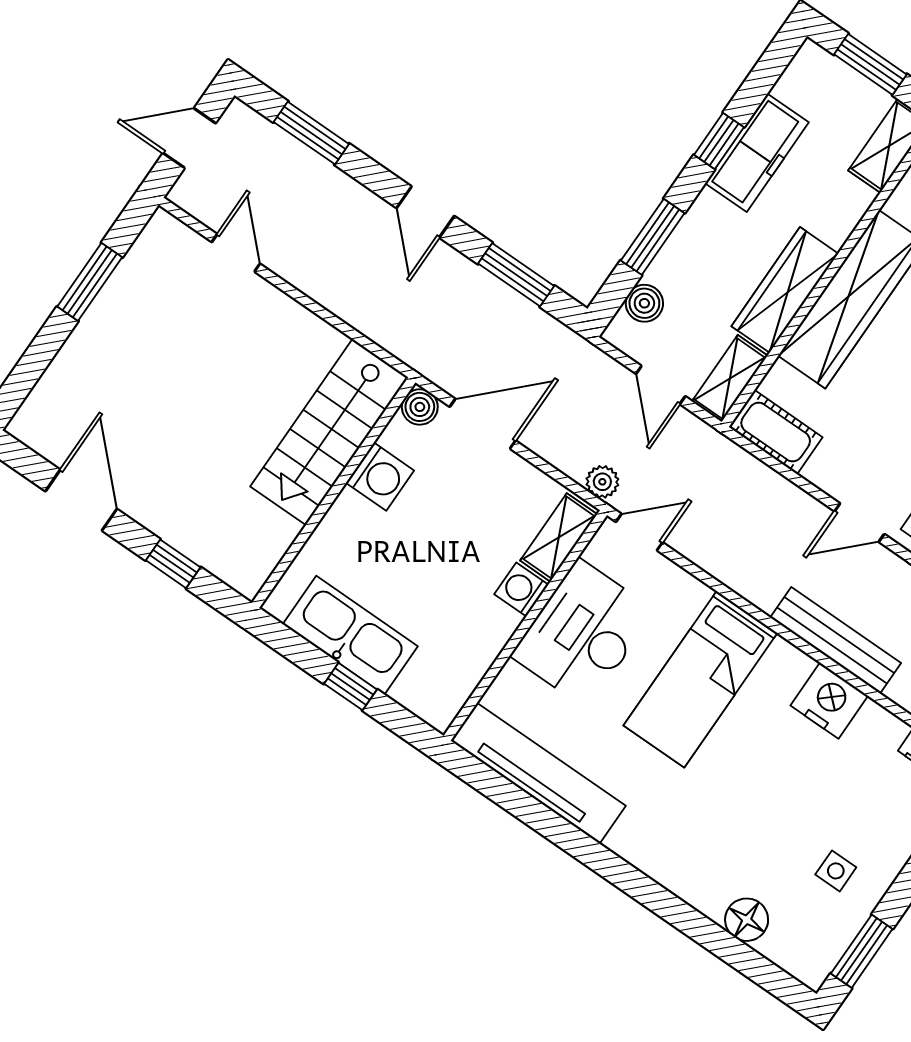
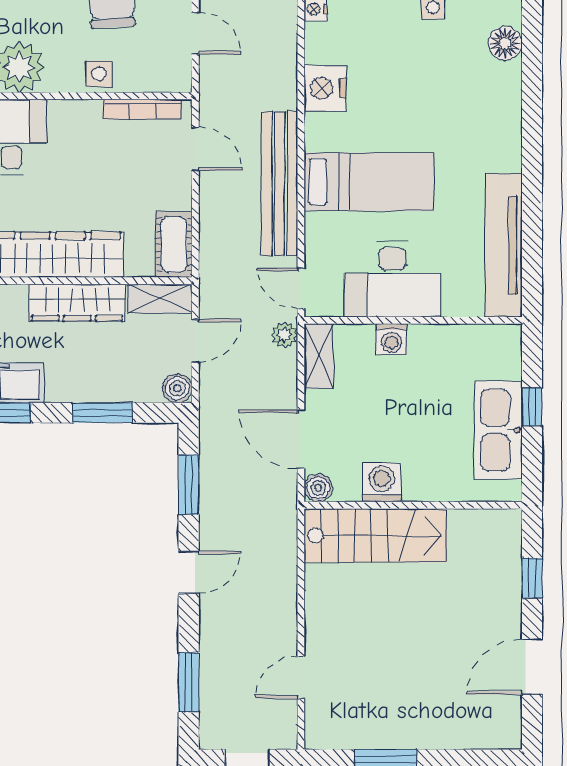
boiler: (644, 303) -> (177, 388), moved
shelving: (559, 537) -> (319, 356), moved, turned 90
bench: (836, 640) -> (280, 184), moved, width x1.37, depth x1.21

